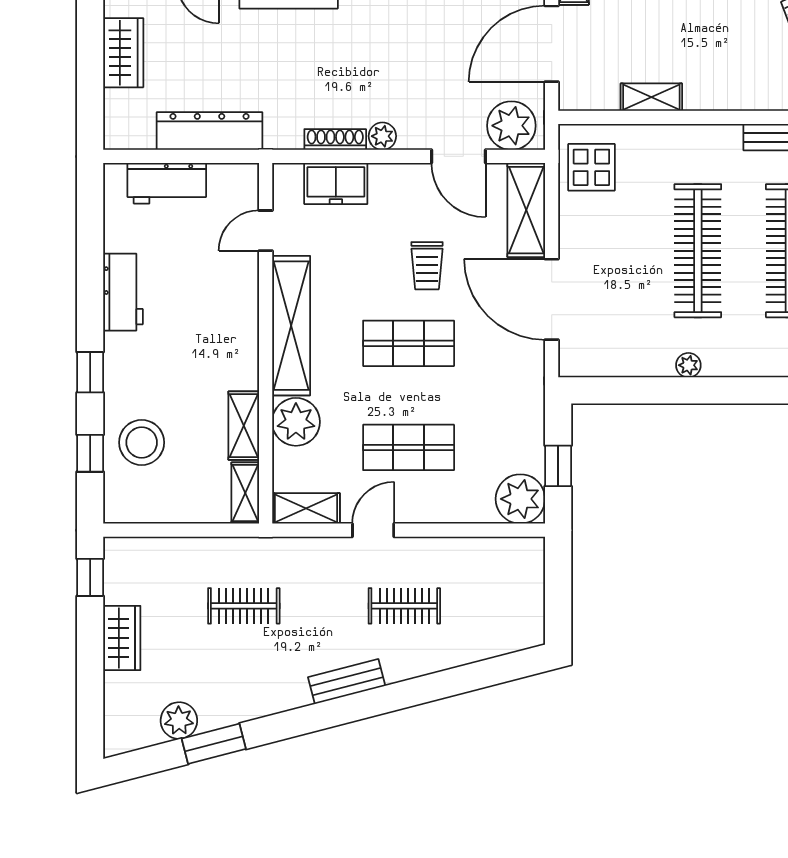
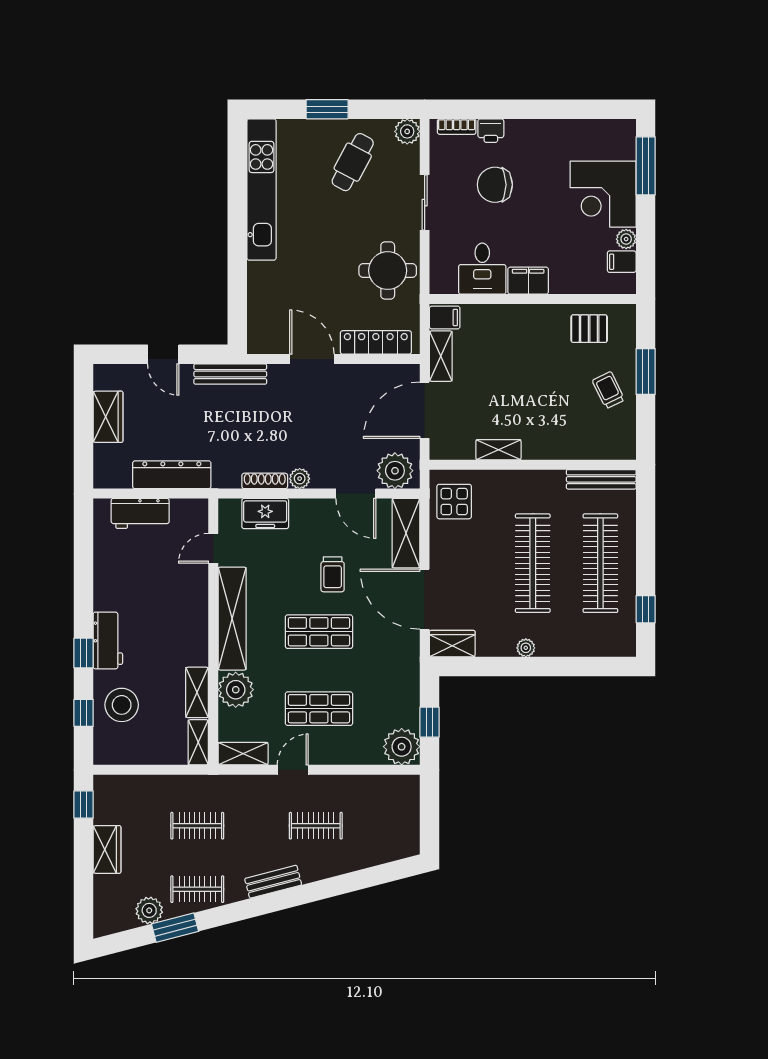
workbench: (123, 292) -> (108, 640), moved
wardrobe: (589, 360) -> (452, 644), added
clothes rail: (244, 692) -> (197, 889), added

